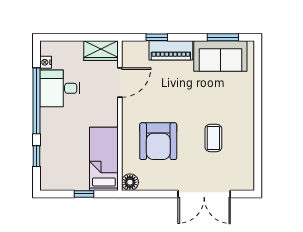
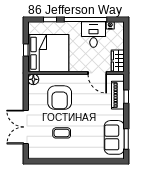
piano: (171, 50) -> (118, 95), moved
armchair: (158, 141) -> (60, 98), turned -90
bed: (104, 159) -> (48, 53), width x2.04

